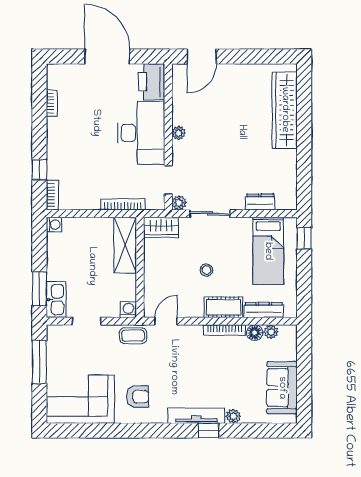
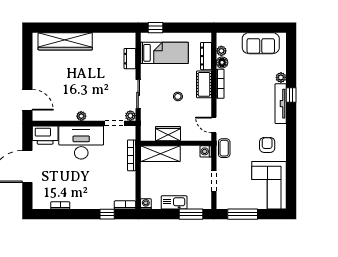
wardrobe: (161, 227) -> (168, 134), moved, turned -90
kitchen sink: (56, 300) -> (174, 202), moved

